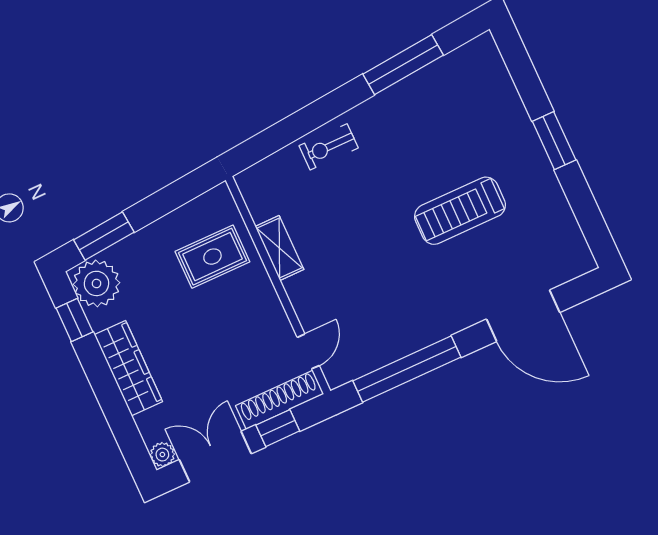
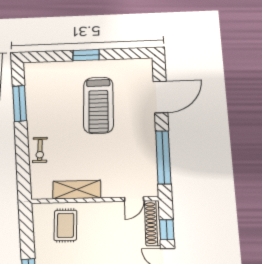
treadmill: (460, 211) -> (98, 105), width x1.37, depth x1.38
shelving: (279, 248) -> (77, 189), width x1.50, depth x1.33
door: (308, 351) -> (134, 199), swing flipped

